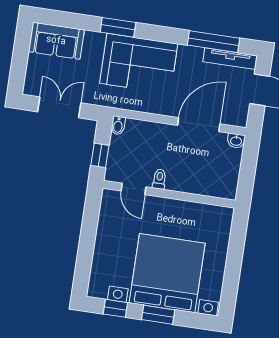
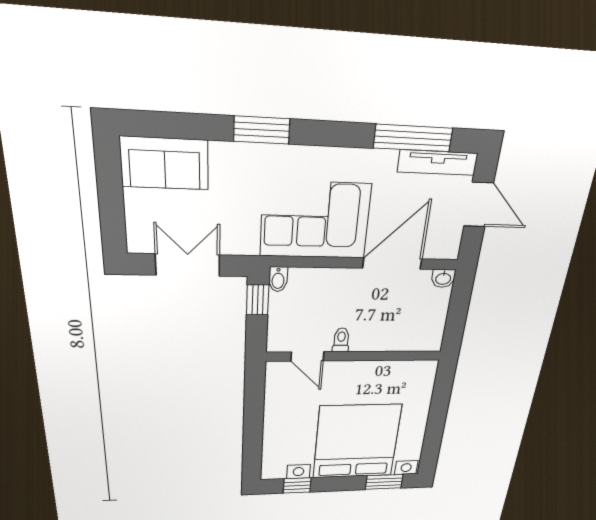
corner sofa: (139, 64) -> (315, 220), moved, turned 180
window: (100, 155) -> (258, 300), moved
window: (158, 315) -> (384, 482), moved

